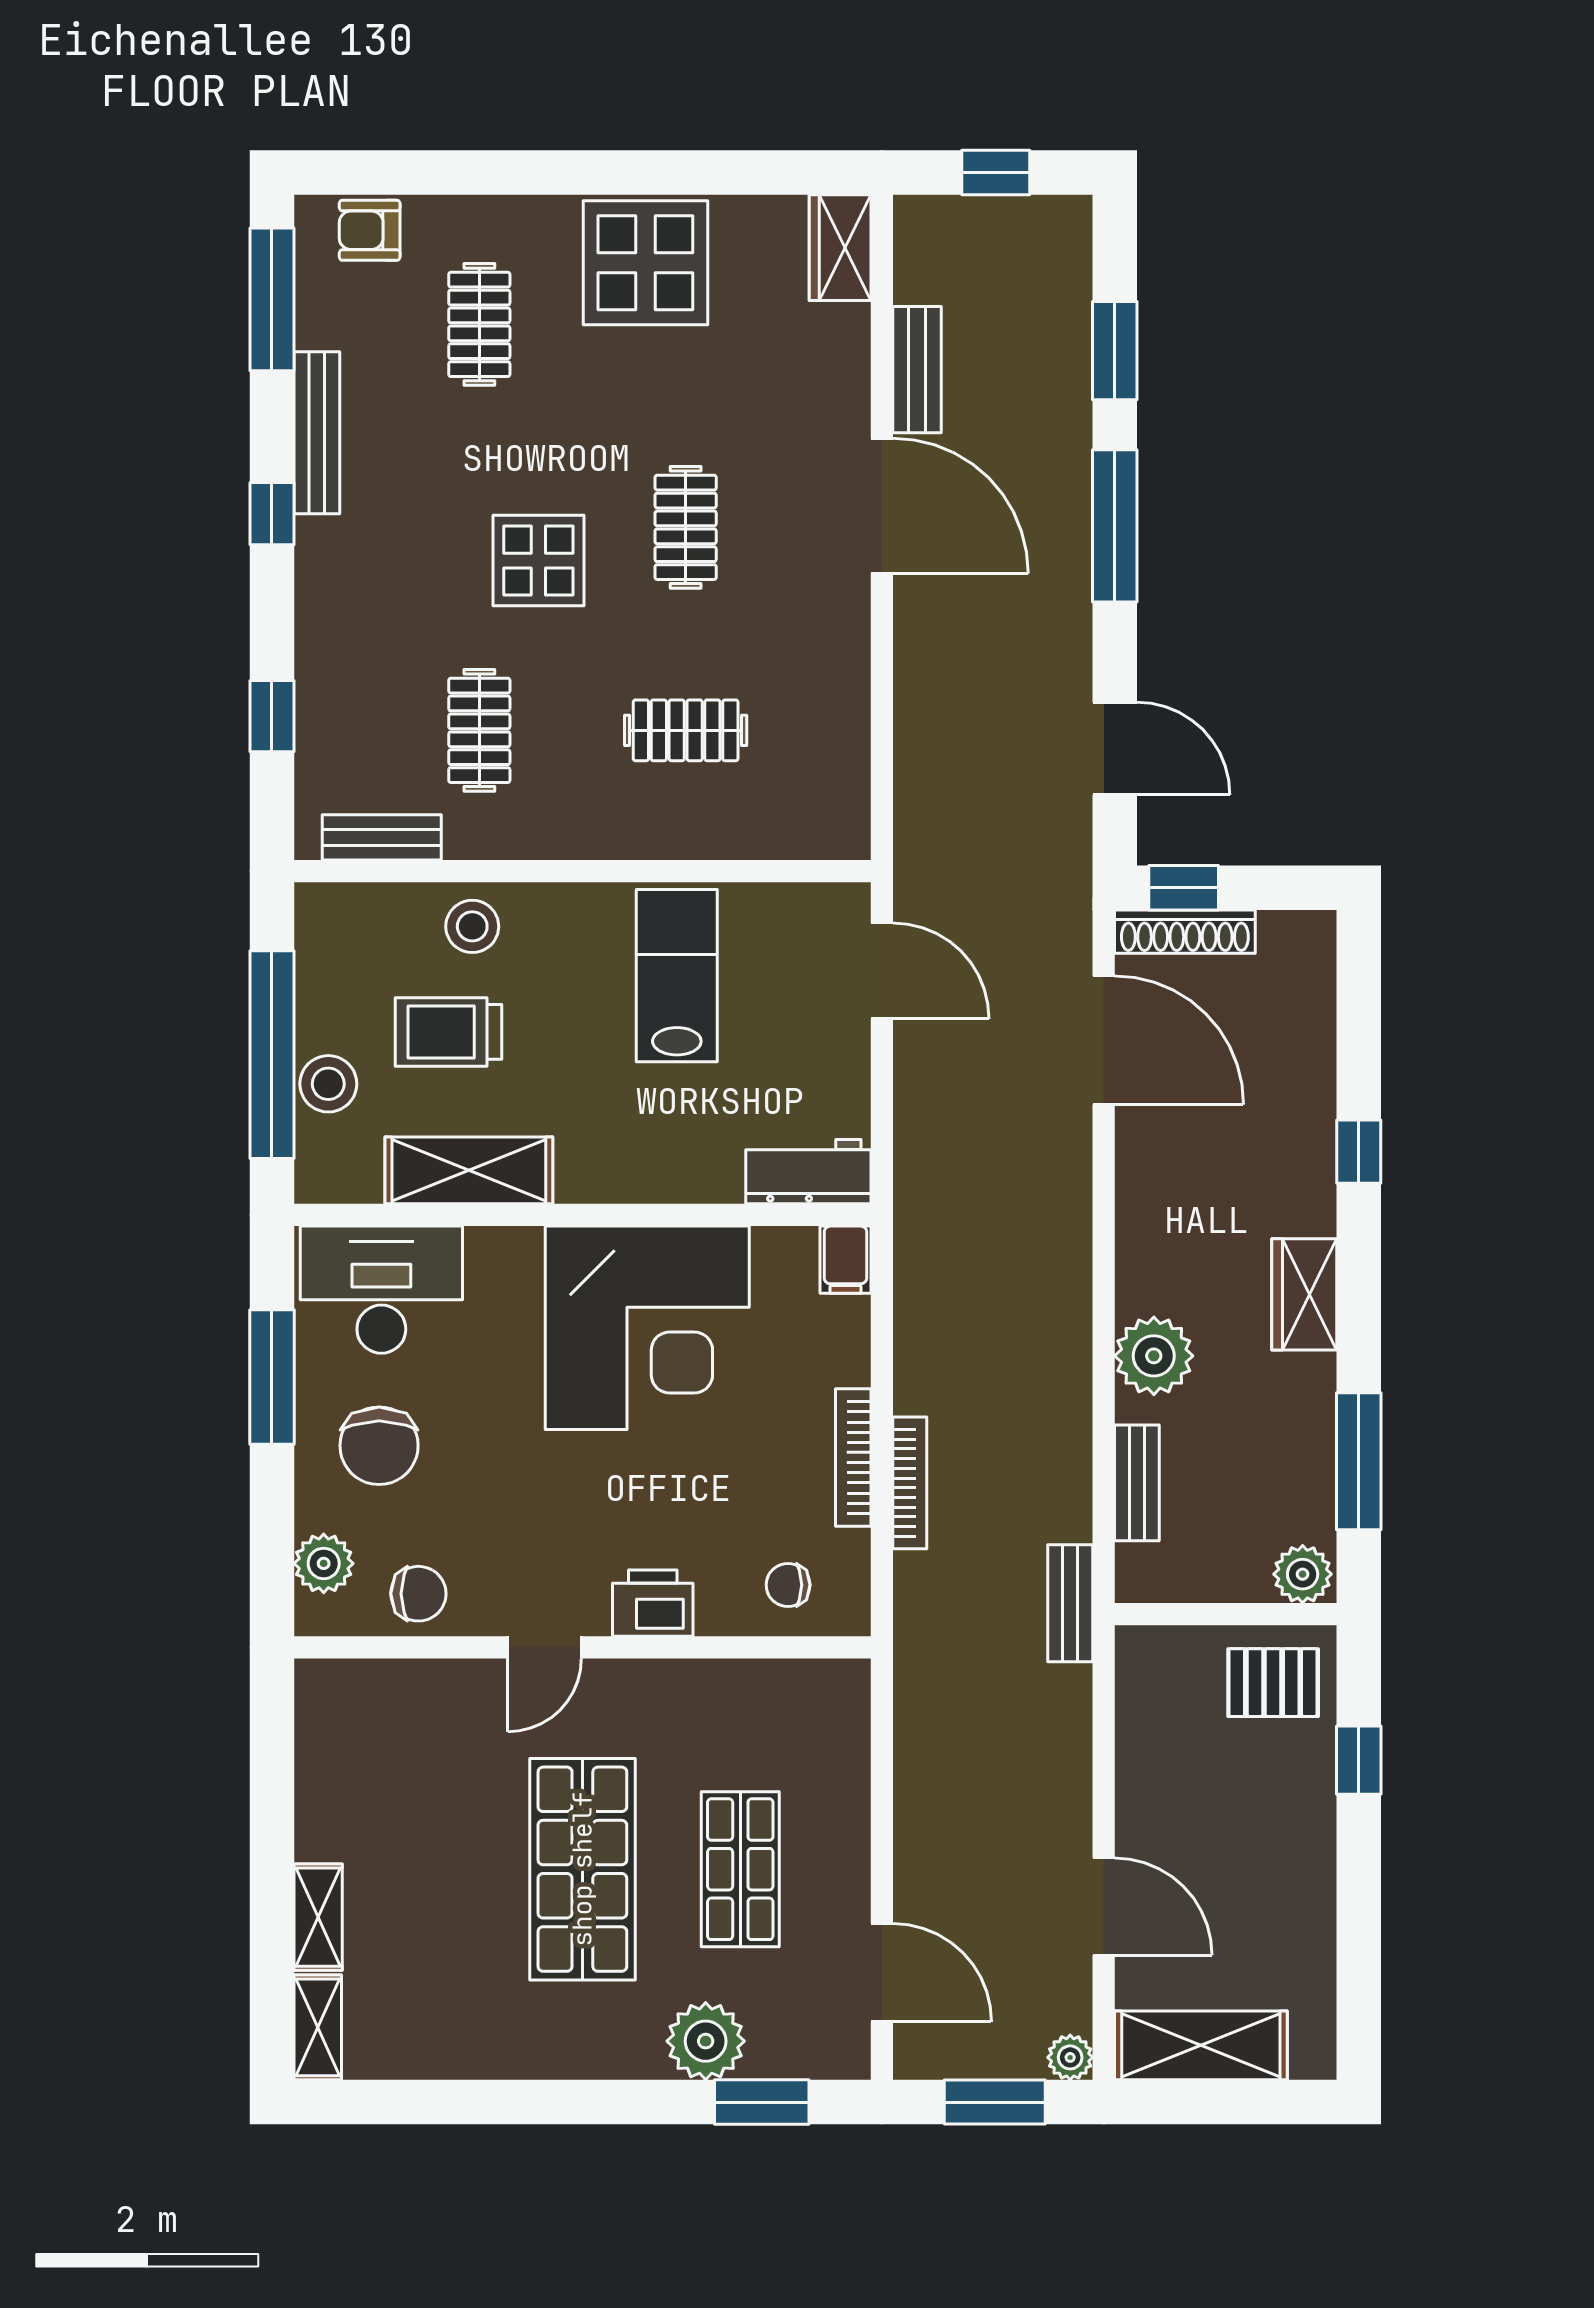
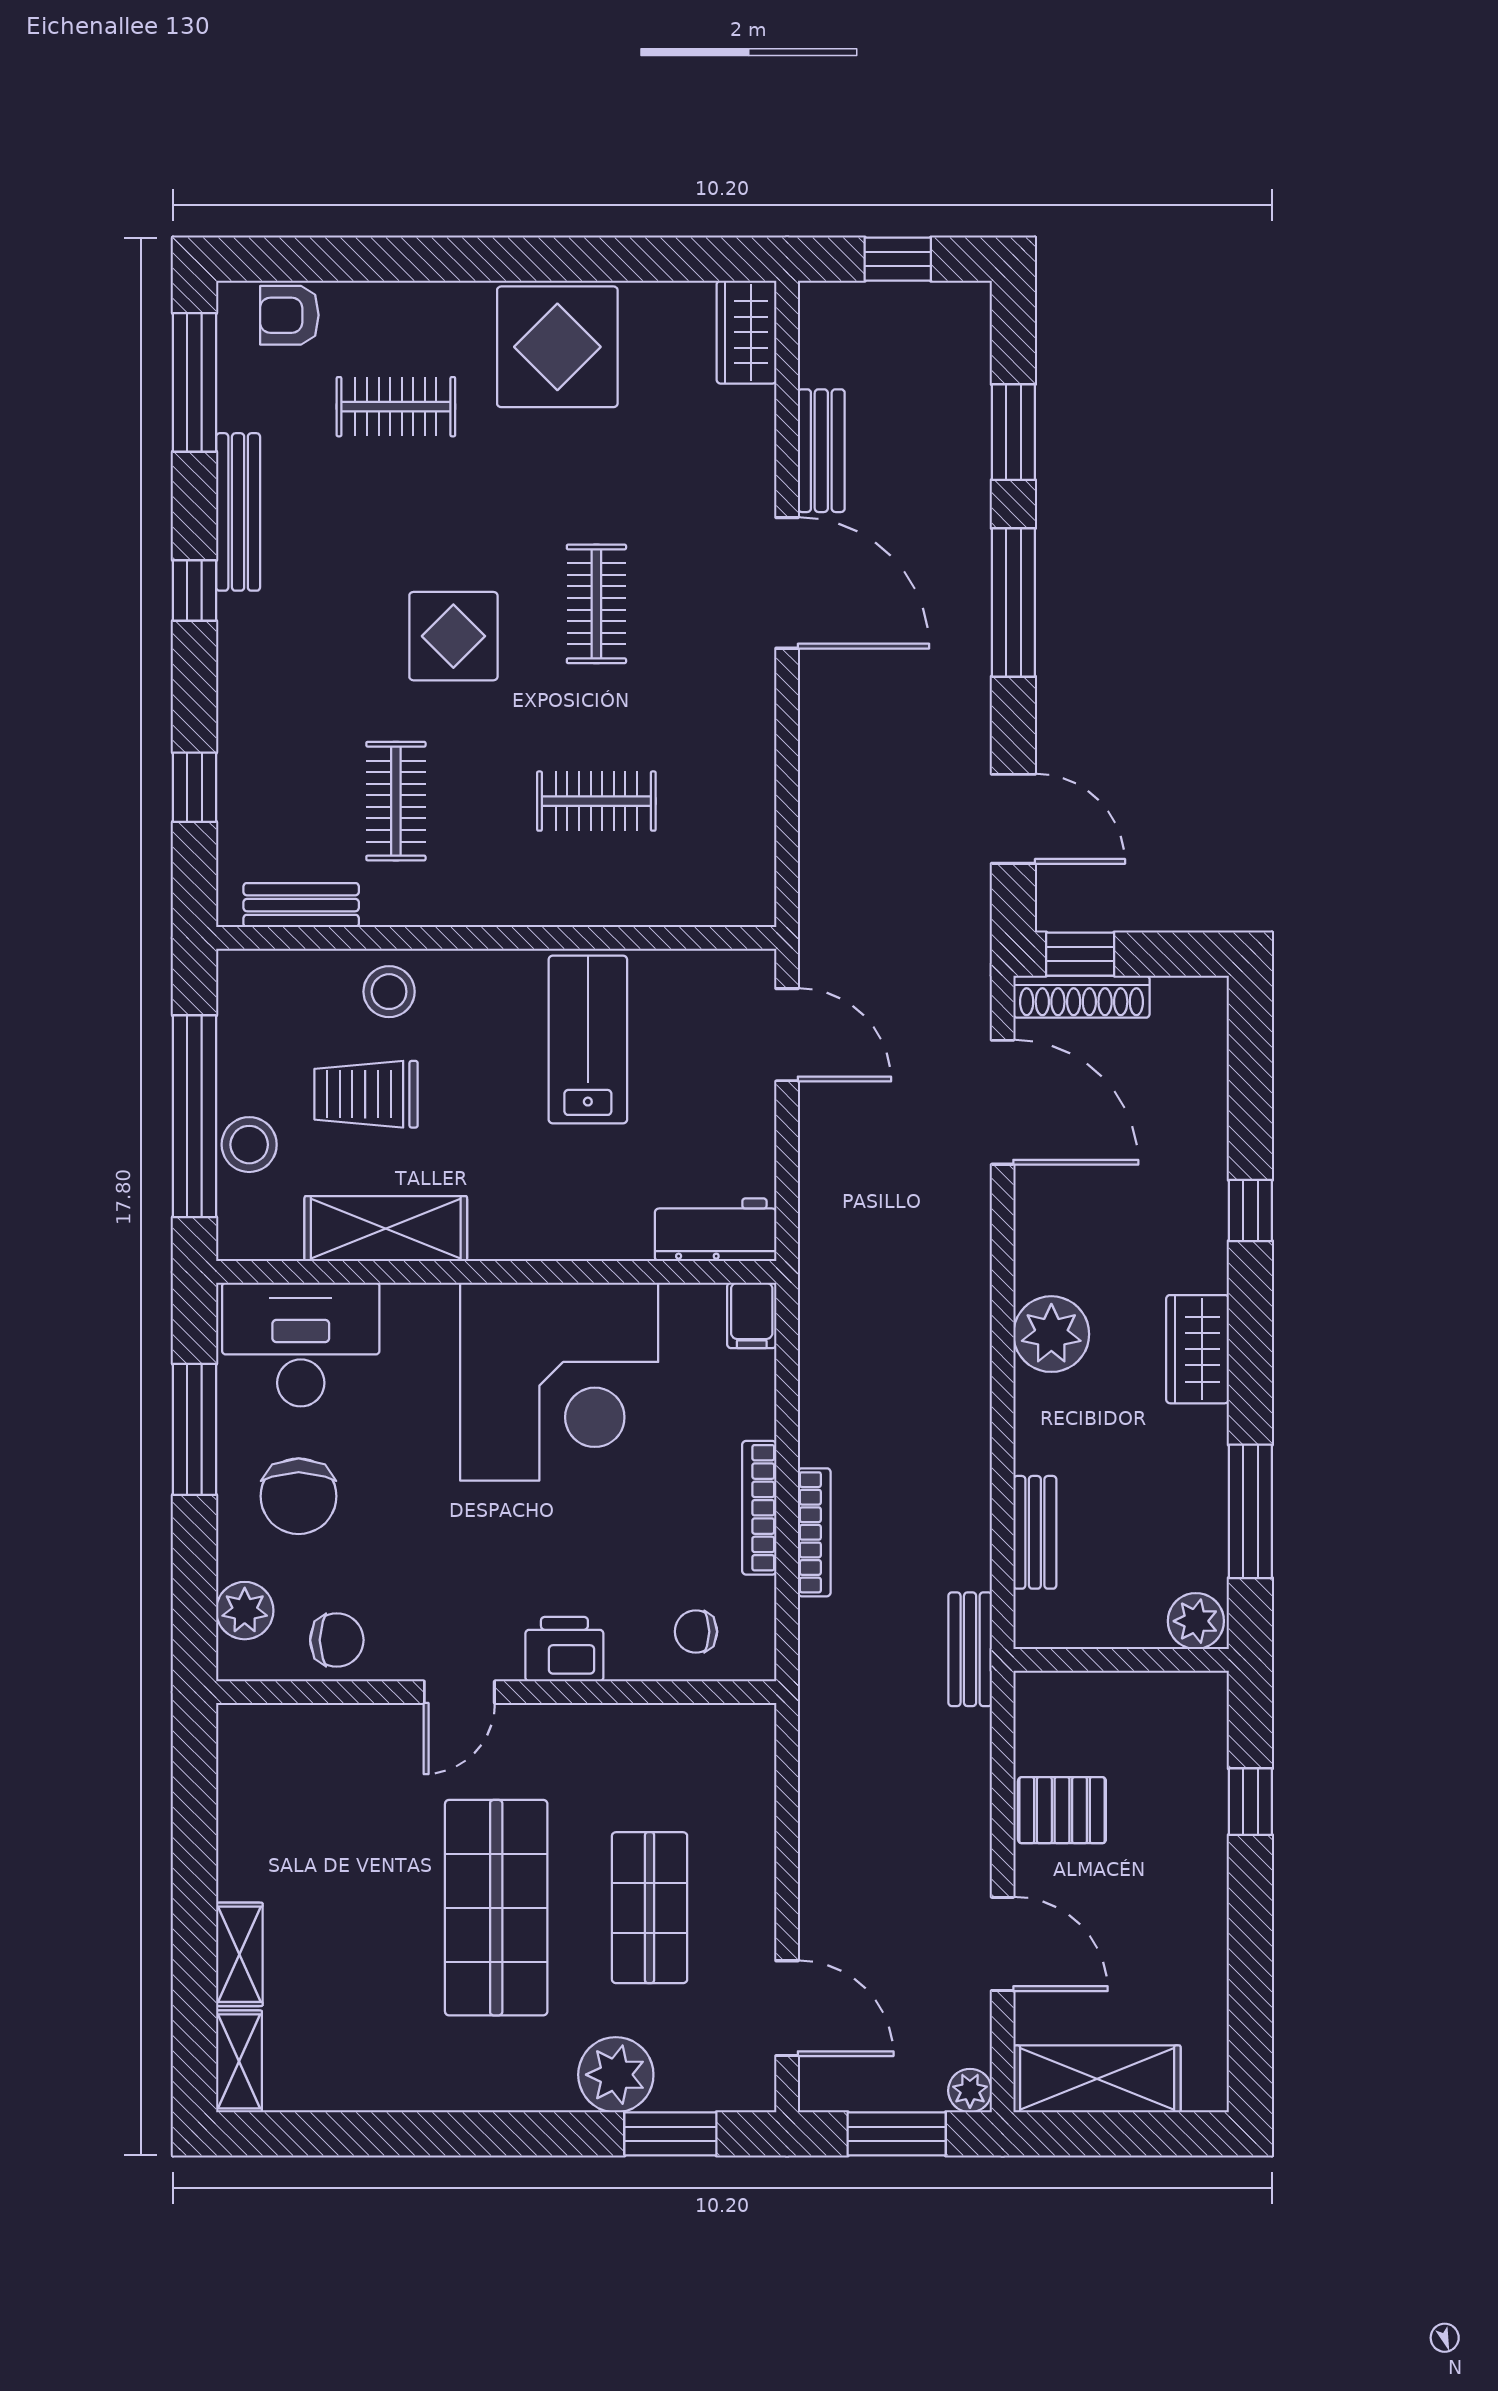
clothes rail: (479, 324) -> (396, 407), turned 90
plant: (1154, 1356) -> (1051, 1334), moved
pallet: (1273, 1683) -> (1062, 1810), moved

